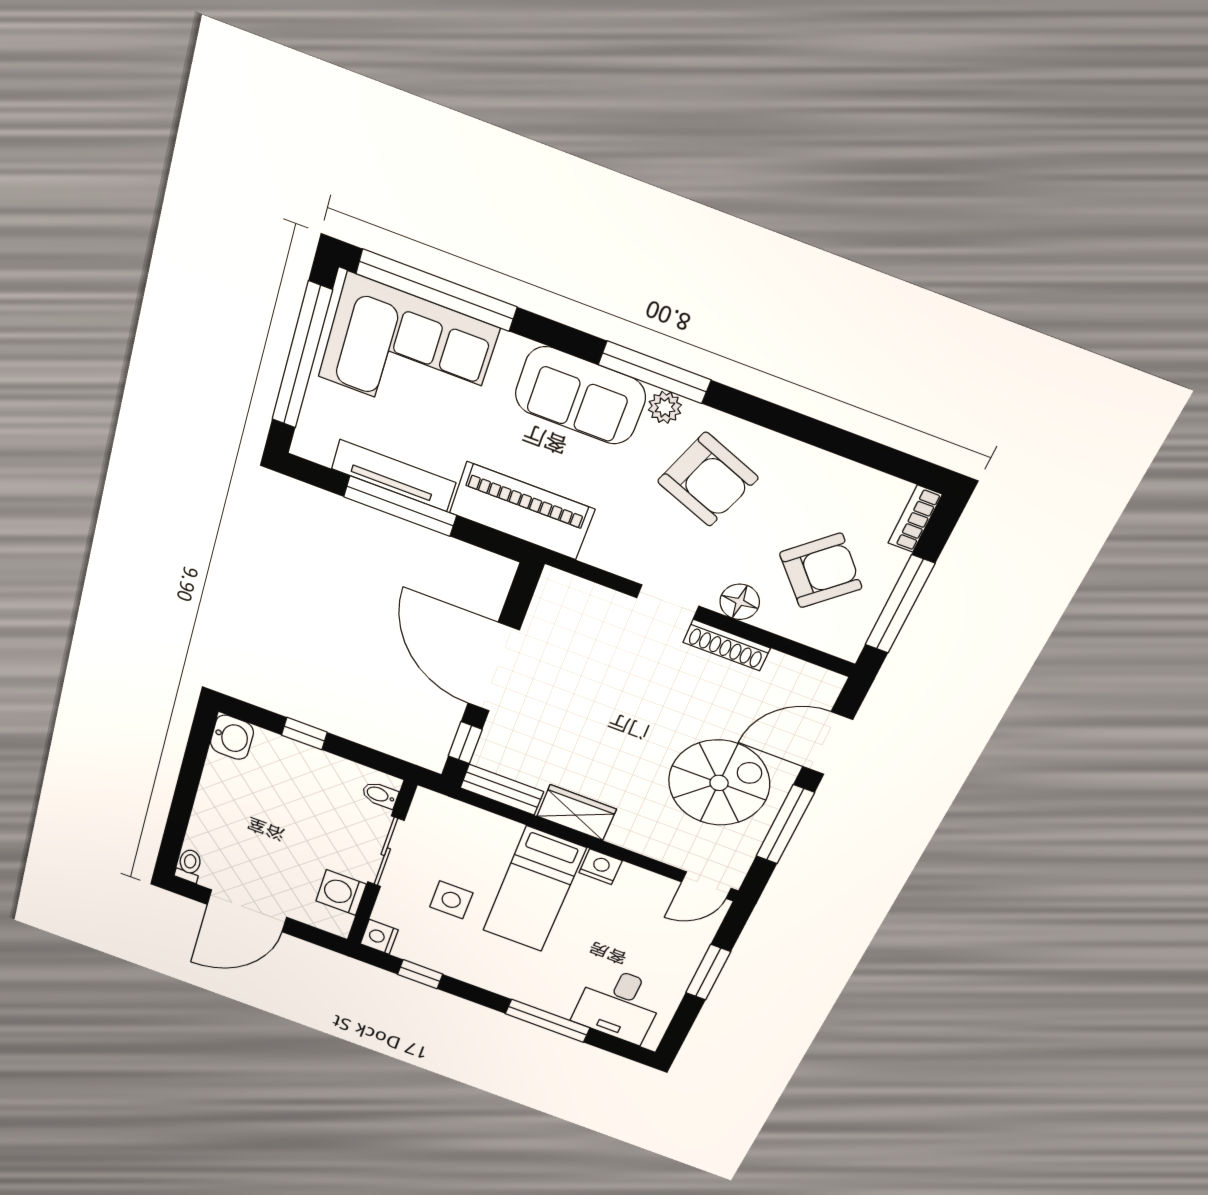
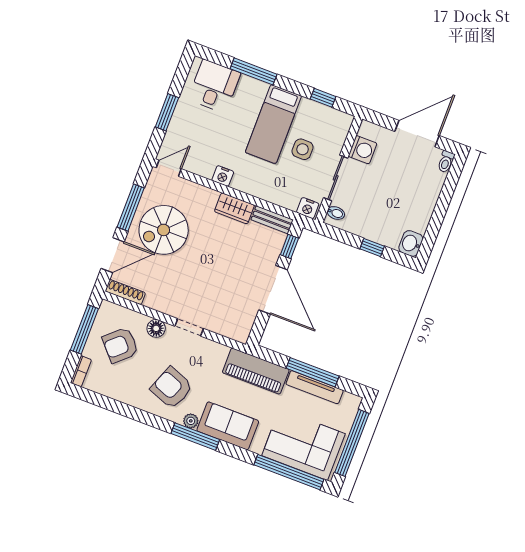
shoe rack: (727, 645) -> (125, 292), moved
bed: (534, 890) -> (273, 124), moved, turned 180
nightstand: (379, 937) -> (308, 208), moved, turned 90

